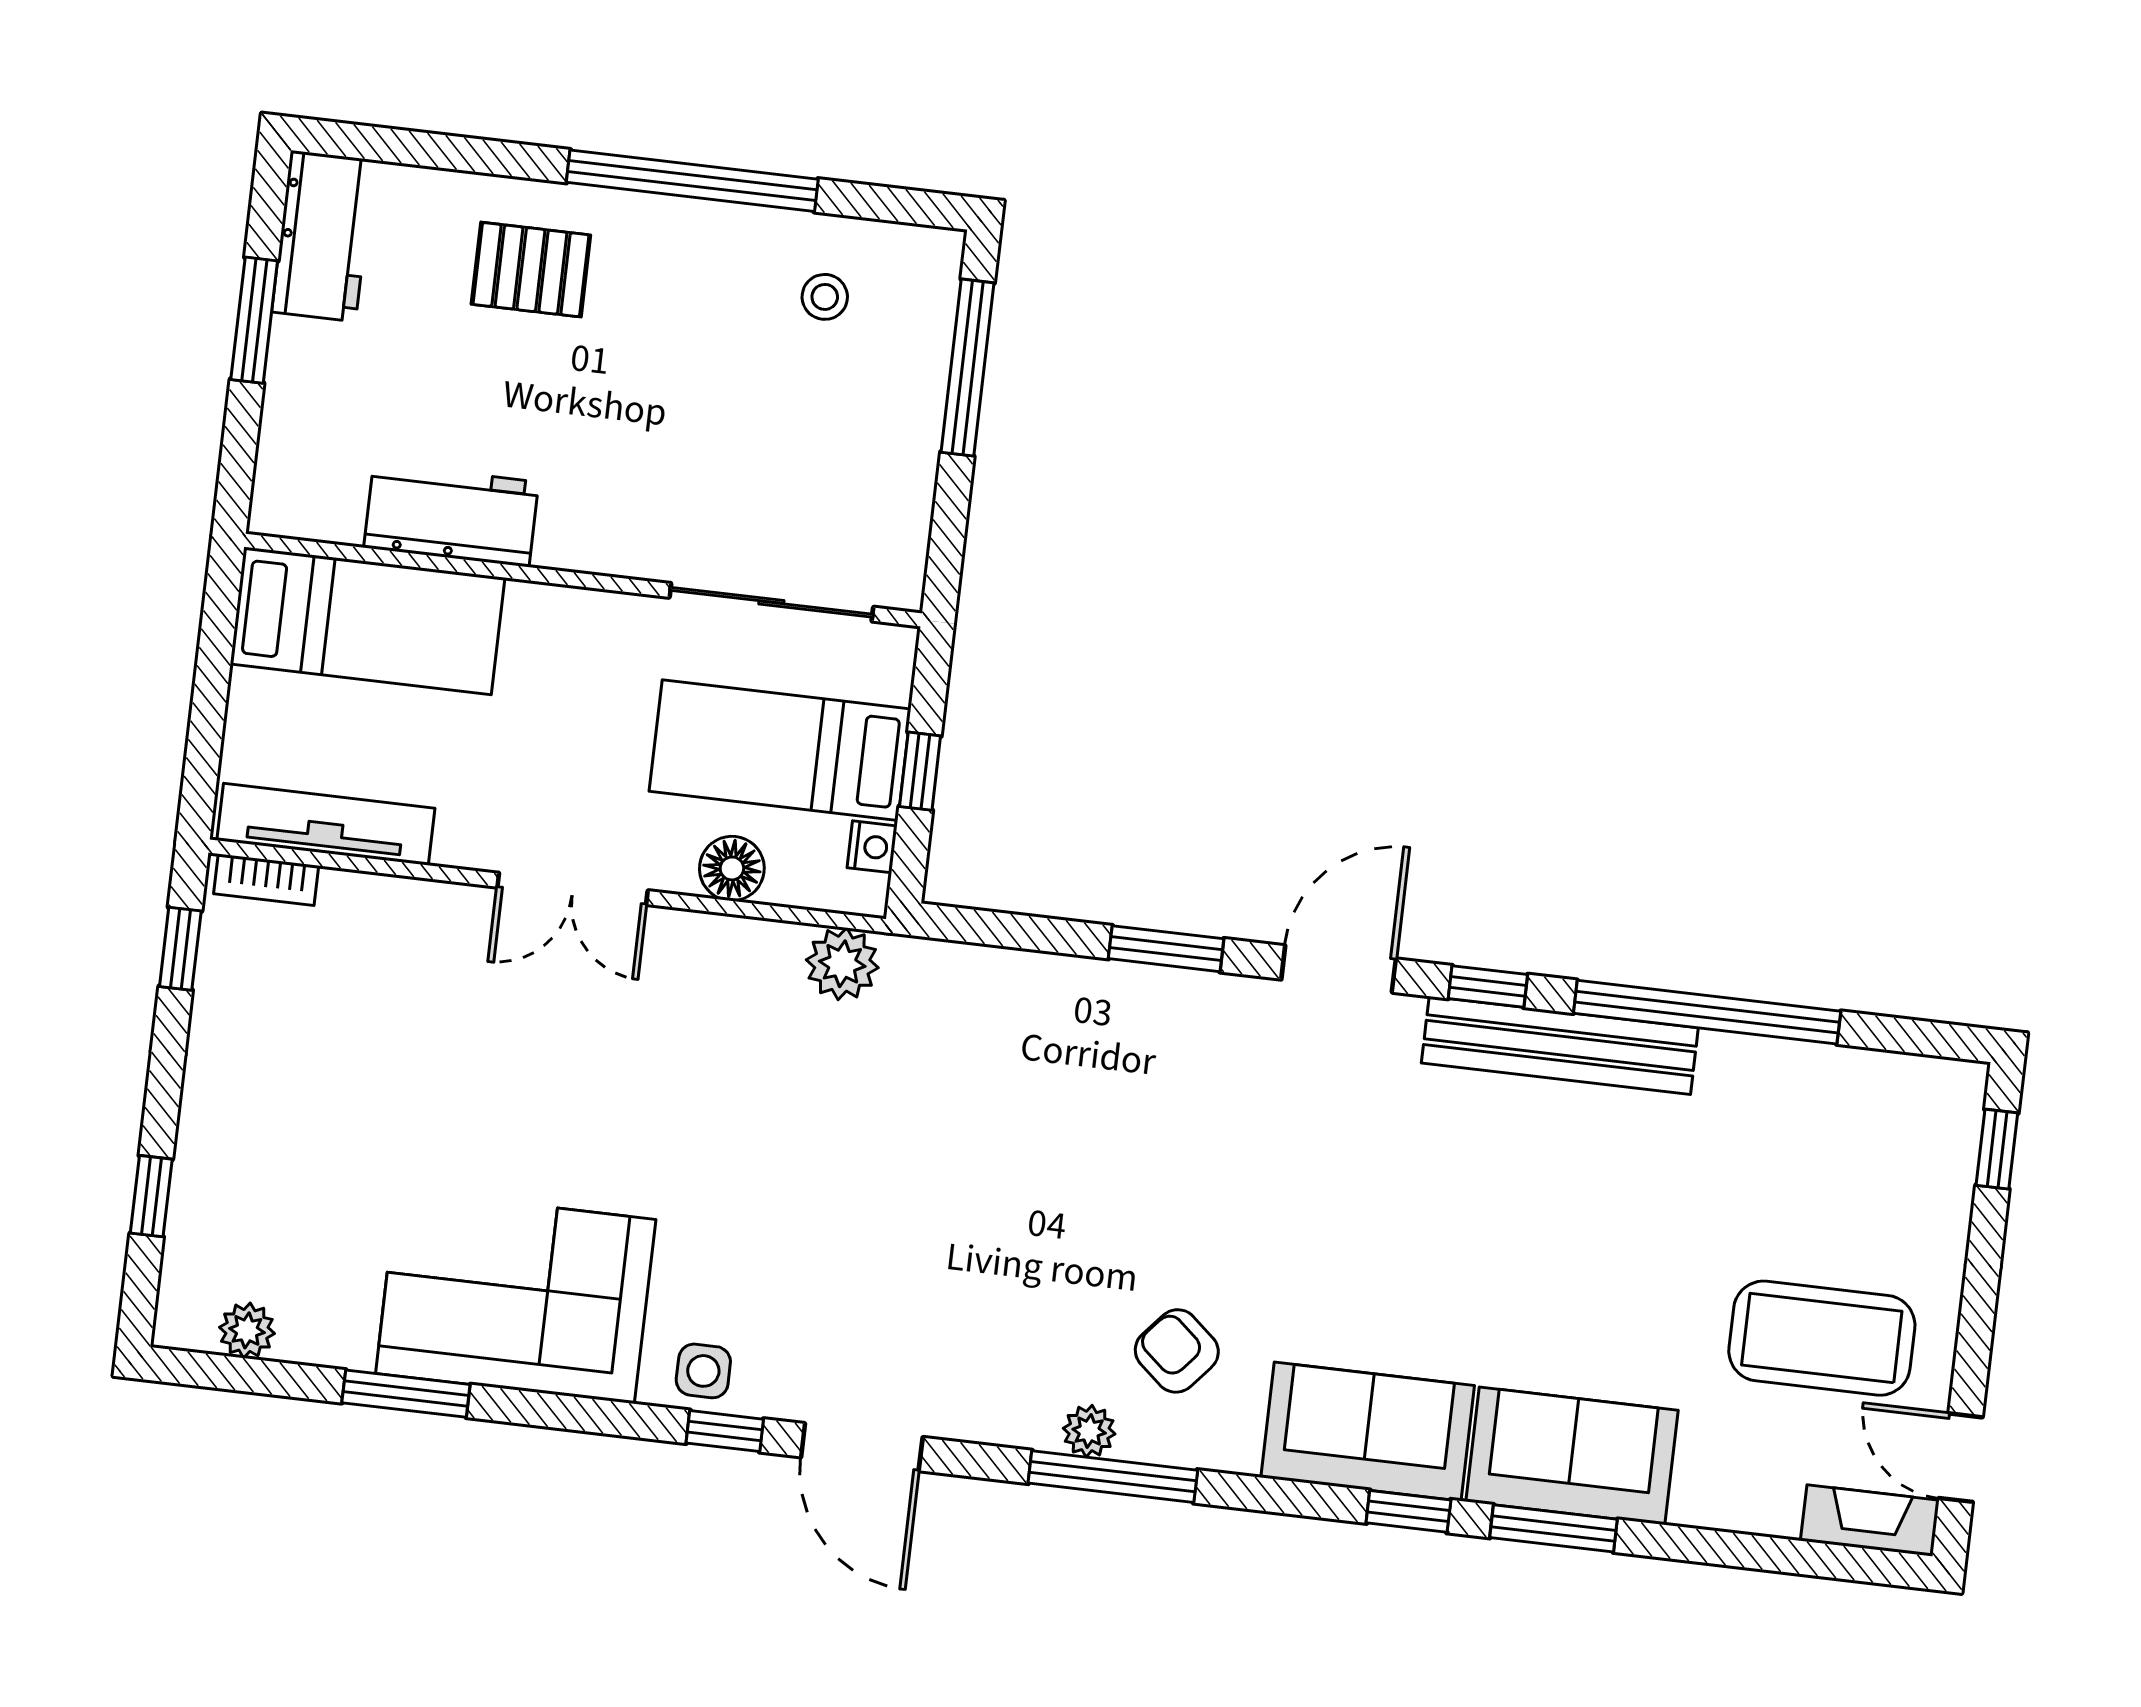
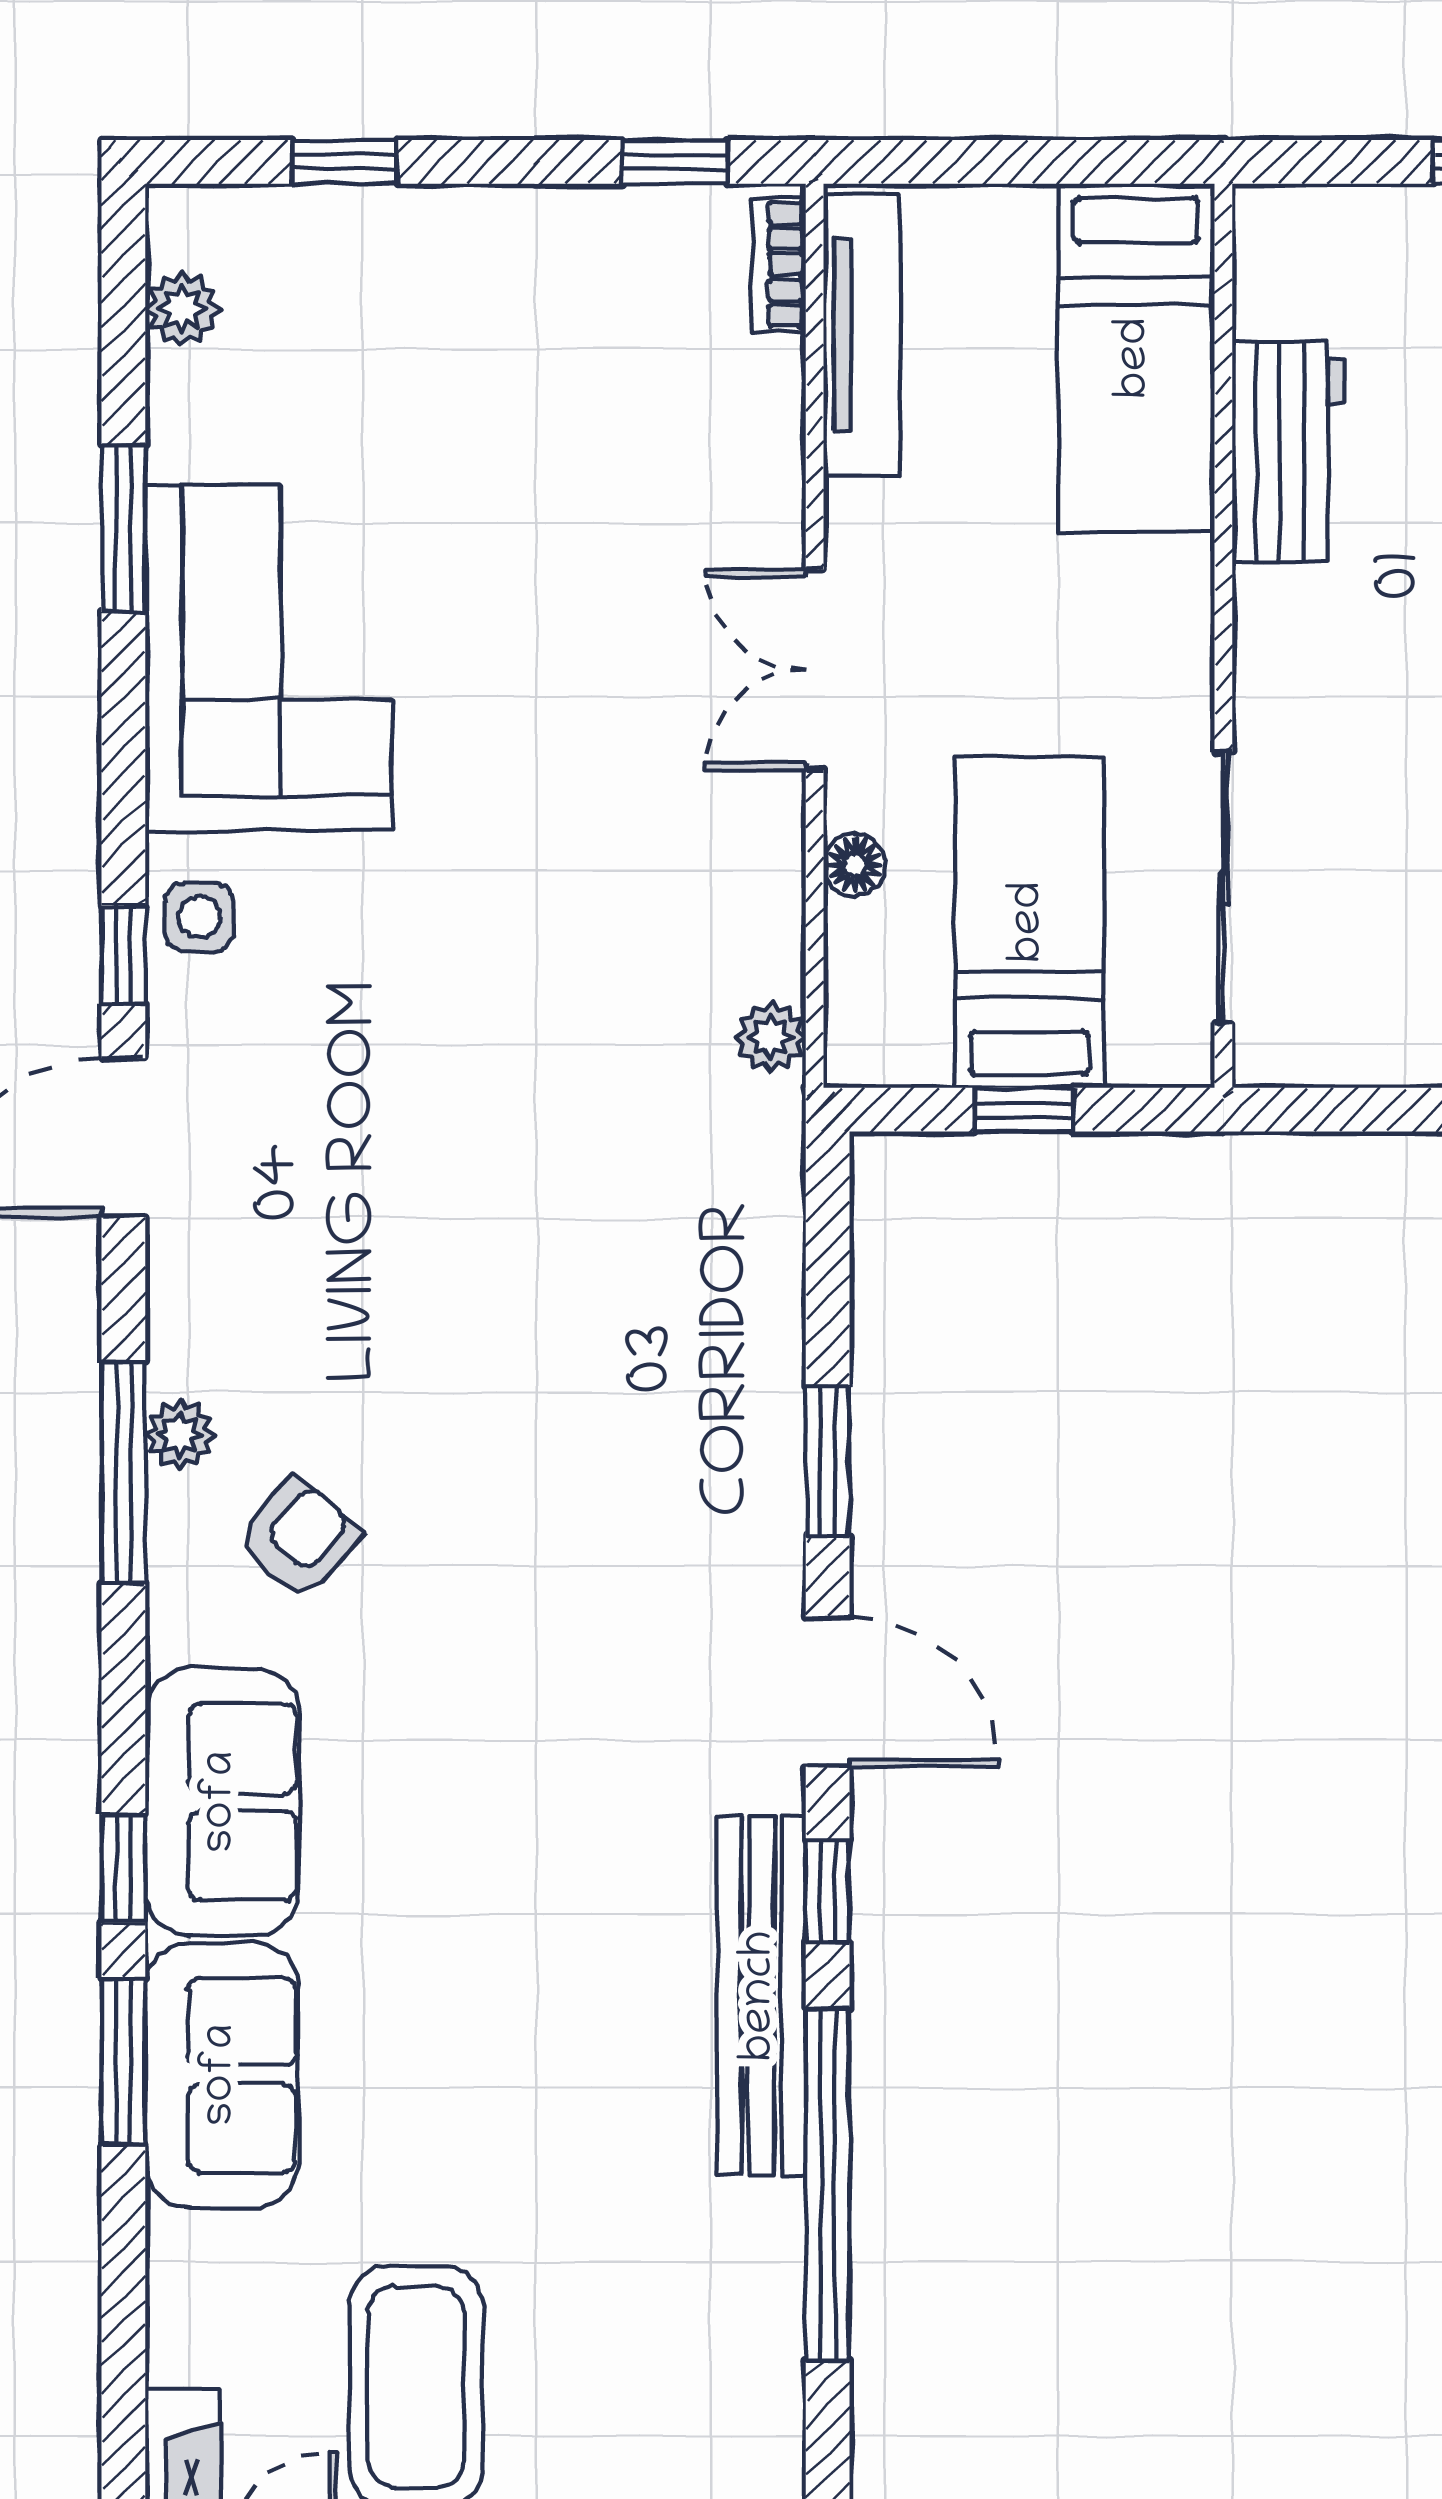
nightstand: (872, 847) -> (916, 1058), removed
floor lamp: (732, 868) -> (855, 865), width x0.73, depth x0.73
plant: (842, 964) -> (771, 1037), width x0.73, depth x0.73

